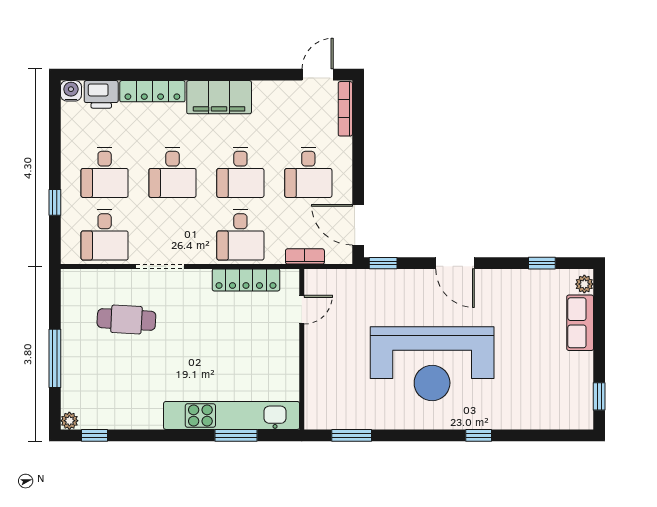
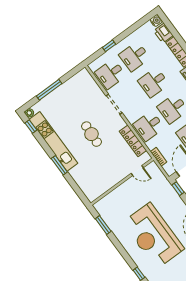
cafe table: (126, 319) -> (91, 134), moved
kitchen unit: (232, 415) -> (53, 141), moved
window: (236, 435) -> (59, 165), moved

